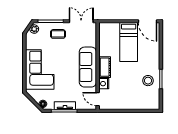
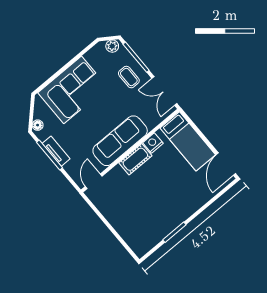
double door: (81, 21) -> (164, 91), swing flipped
bed: (129, 42) -> (188, 141), moved, turned -90
stool: (148, 81) -> (161, 220), removed
nightstand: (104, 84) -> (153, 143), moved

